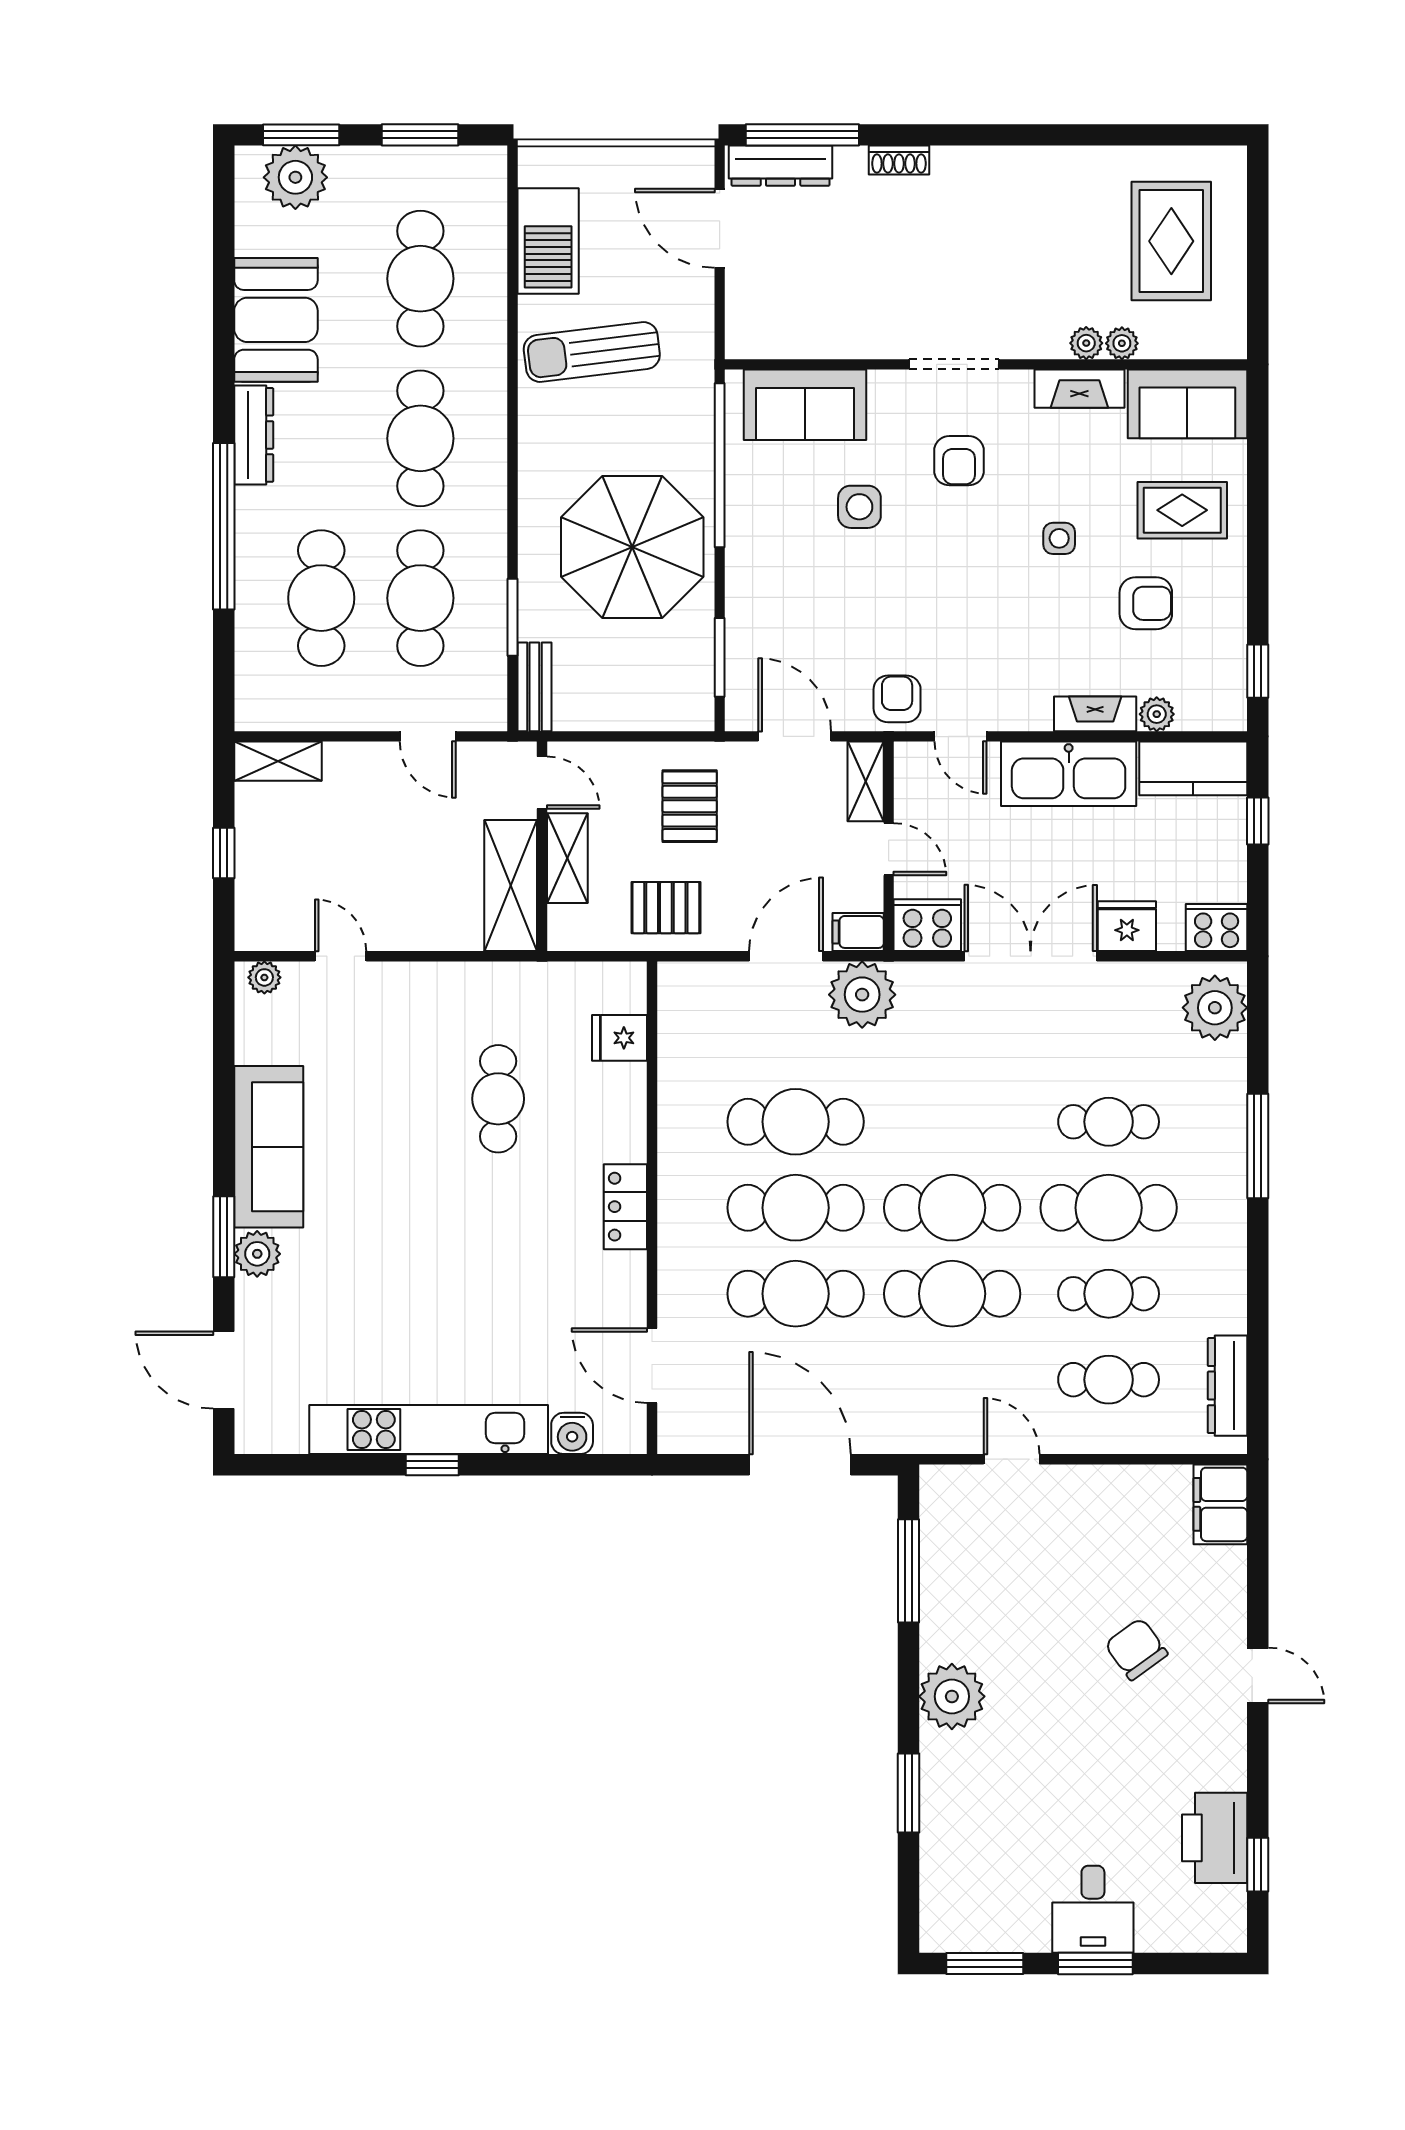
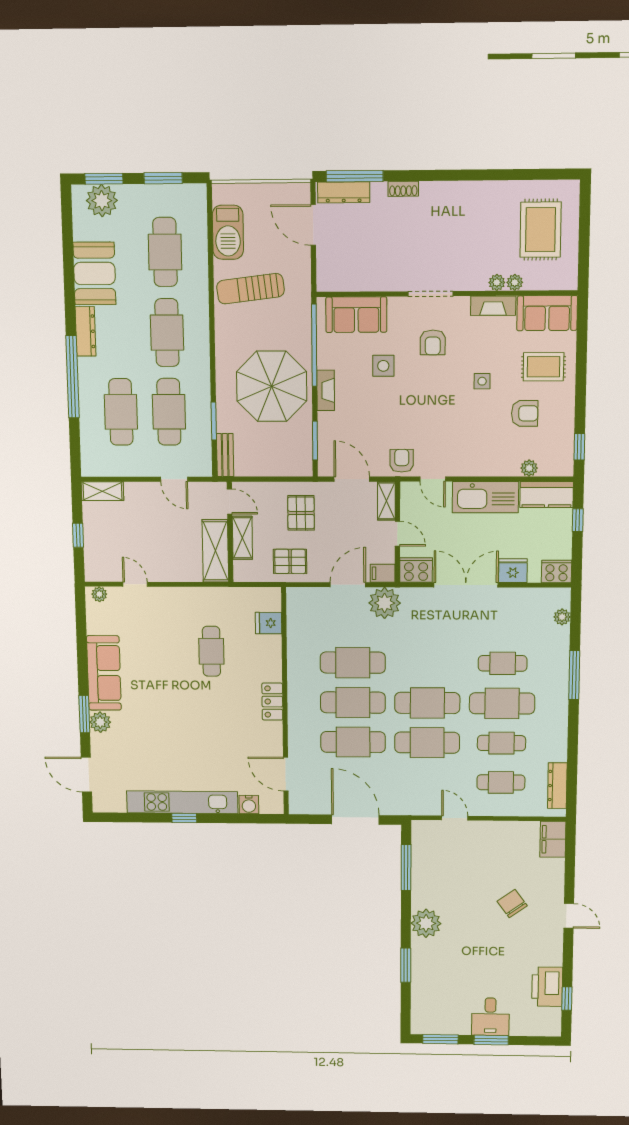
fireplace: (1095, 714) -> (326, 390), moved, turned 90
plant: (1215, 1008) -> (562, 617), width x0.53, depth x0.53

